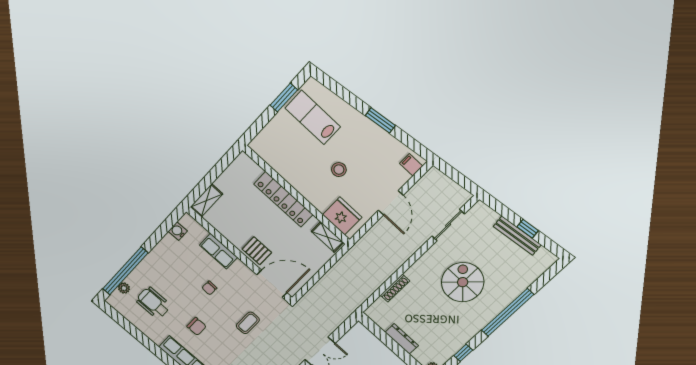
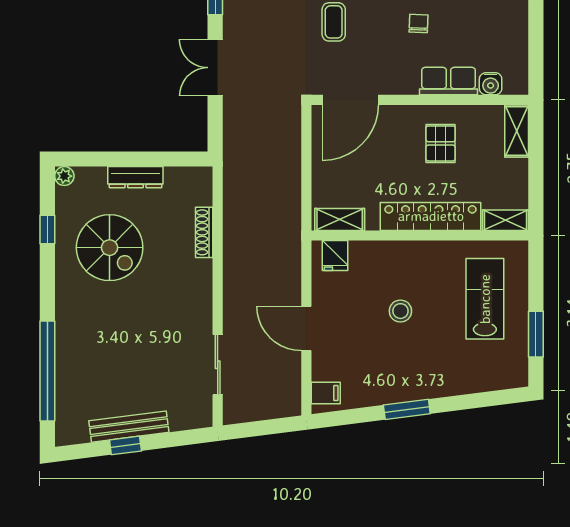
lab bench: (313, 117) -> (485, 299), moved, turned -90
shelving: (249, 165) -> (506, 220), added
fridge: (342, 216) -> (335, 256), width x0.53, depth x0.75
water cooler: (178, 231) -> (491, 84), moved, turned 90
pallet: (257, 251) -> (441, 143), moved, turned 90
spiral stairs: (463, 282) -> (110, 248), moved
window: (508, 312) -> (47, 371), moved

